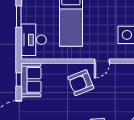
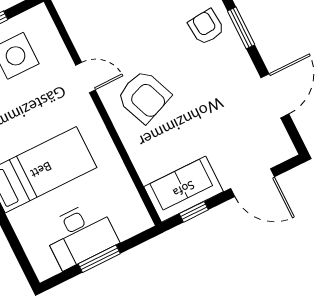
window: (19, 17) -> (99, 259), moved
desk: (34, 40) -> (80, 235), moved

